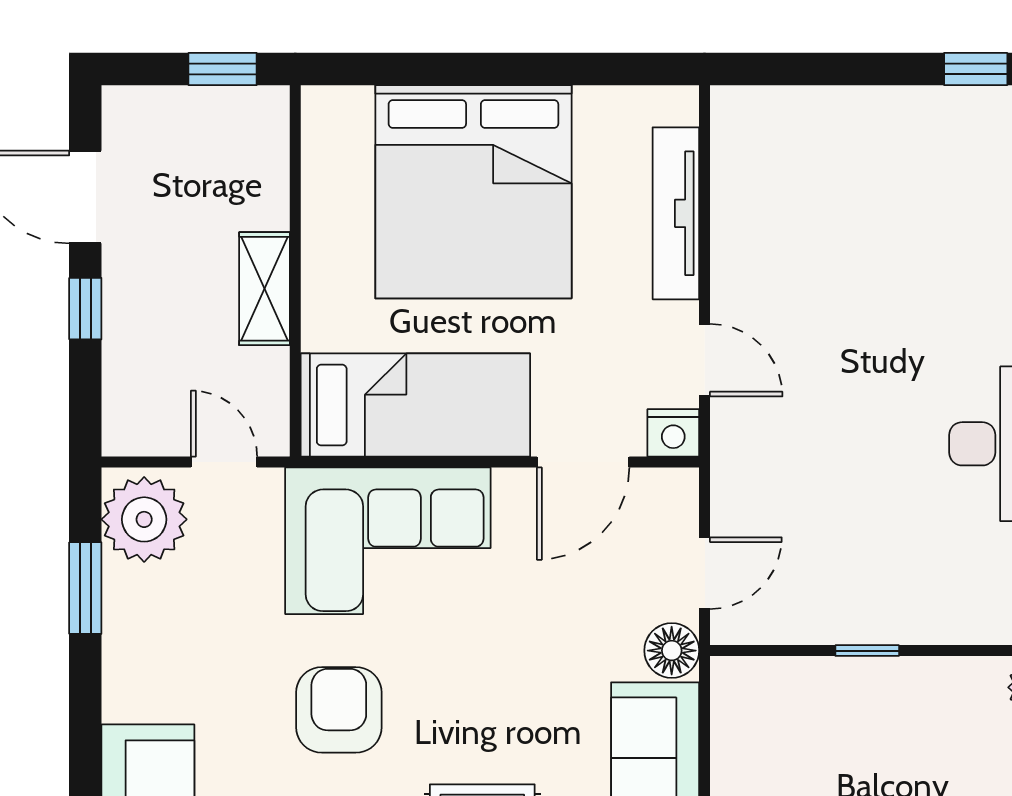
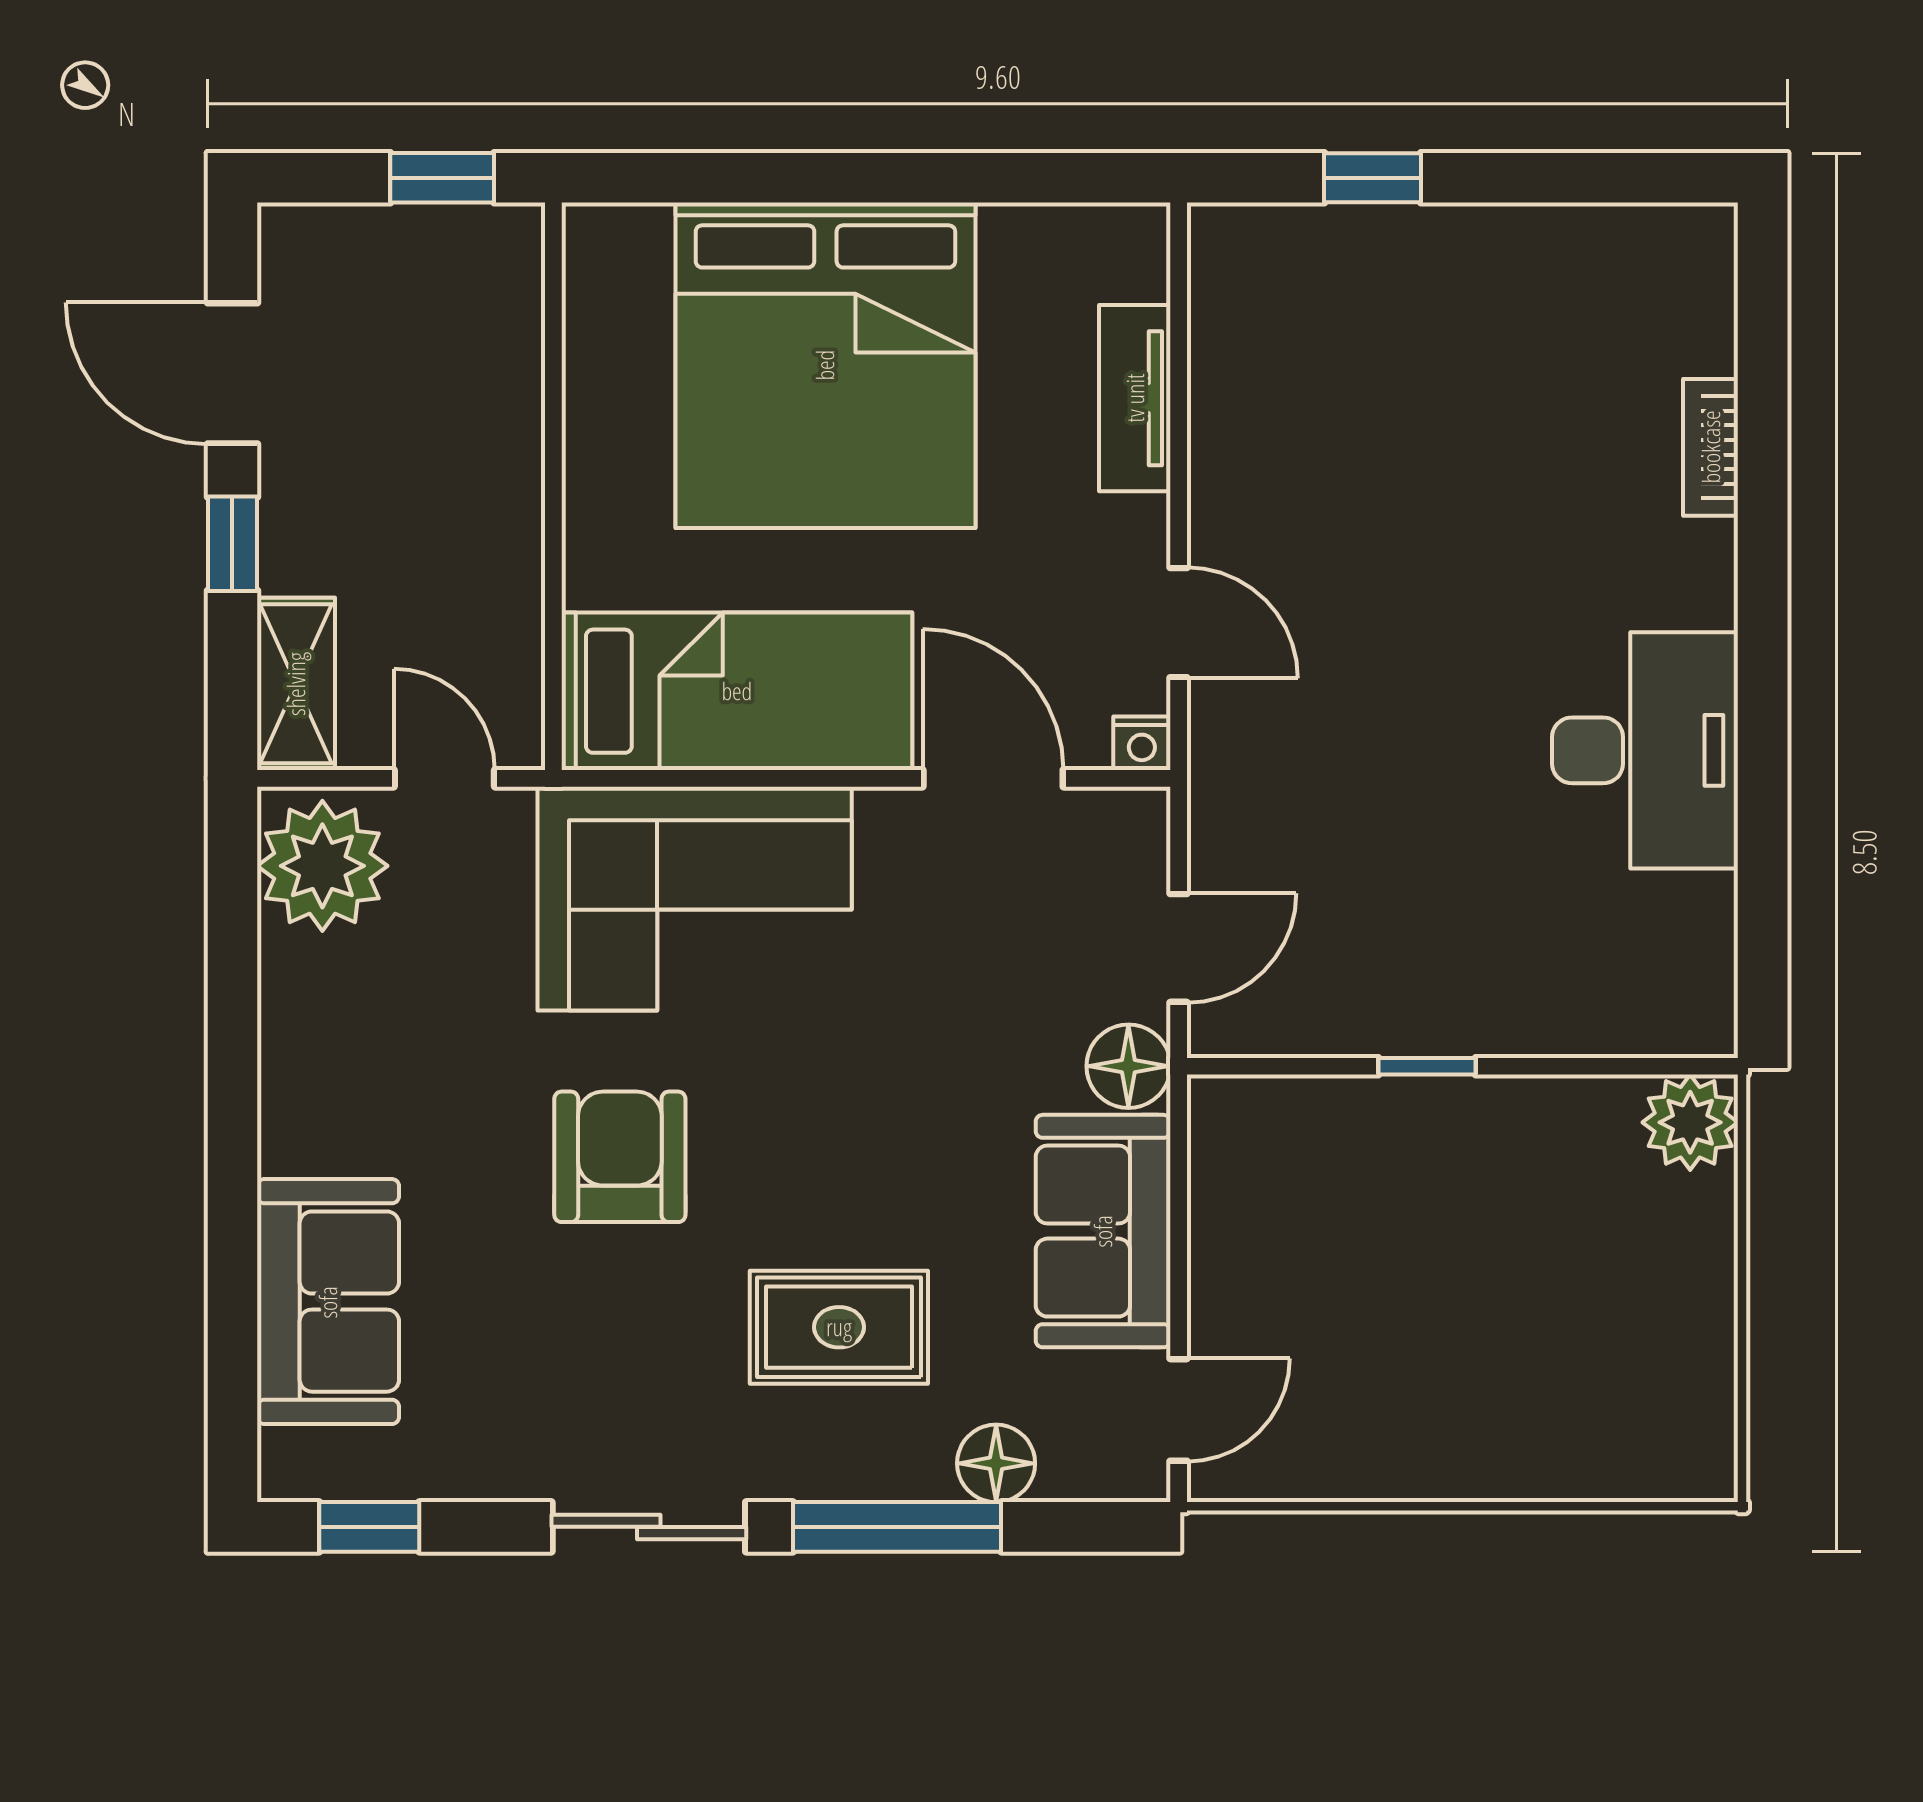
window: (976, 69) -> (1373, 178), moved
tv unit: (676, 213) -> (1135, 398), width x0.71
shelving: (265, 289) -> (296, 684), moved
nightstand: (673, 433) -> (1142, 743), width x0.72, depth x0.74
door: (583, 462) -> (993, 778), swing flipped
window: (85, 588) -> (232, 971), removed

